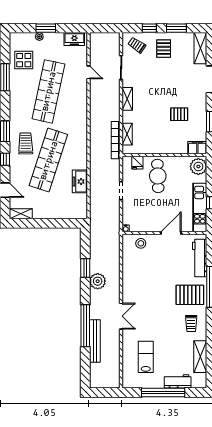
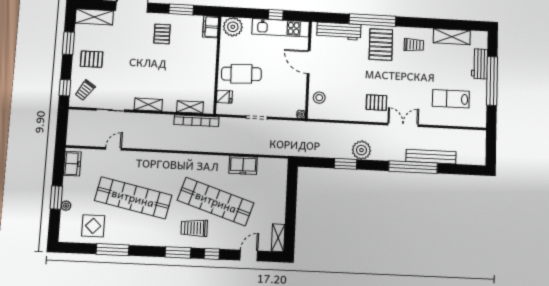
window: (149, 28) -> (65, 88), moved
pallet: (179, 114) -> (162, 34), moved
pallet: (139, 293) -> (376, 103), added

